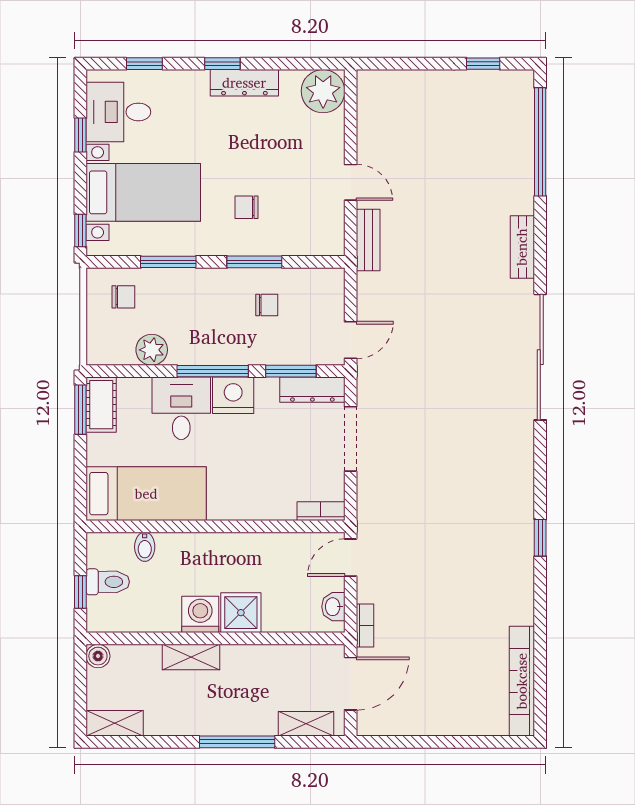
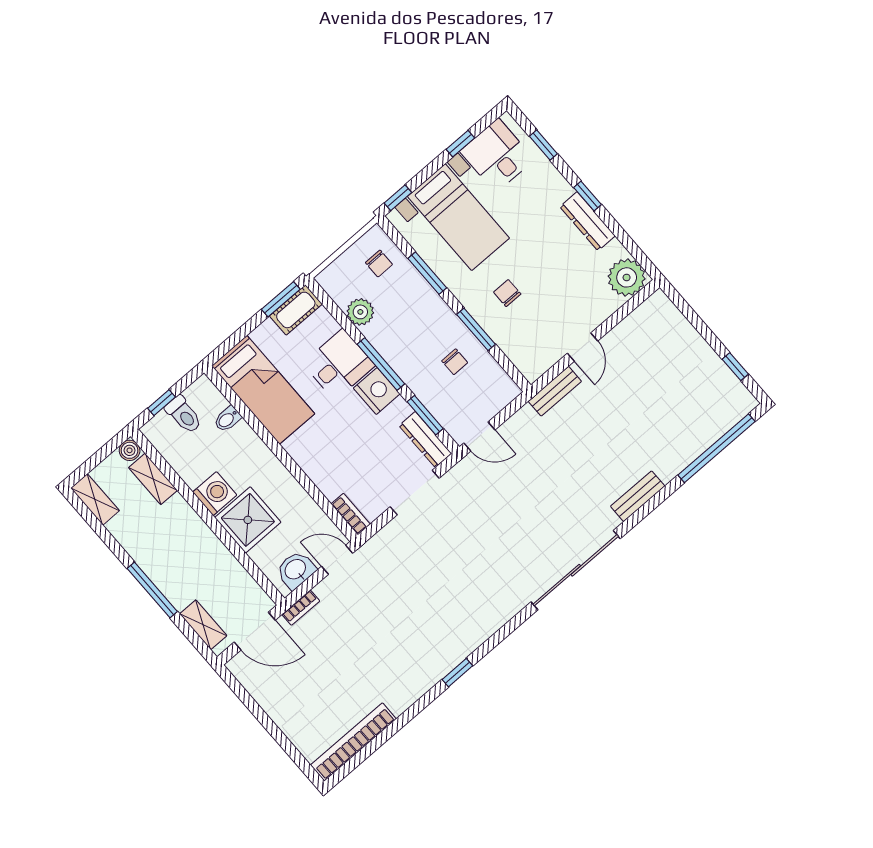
washbasin: (333, 607) -> (296, 570), width x1.38, depth x1.45
shower: (241, 613) -> (248, 520), width x1.36, depth x1.36
shelving: (191, 657) -> (153, 479), moved

